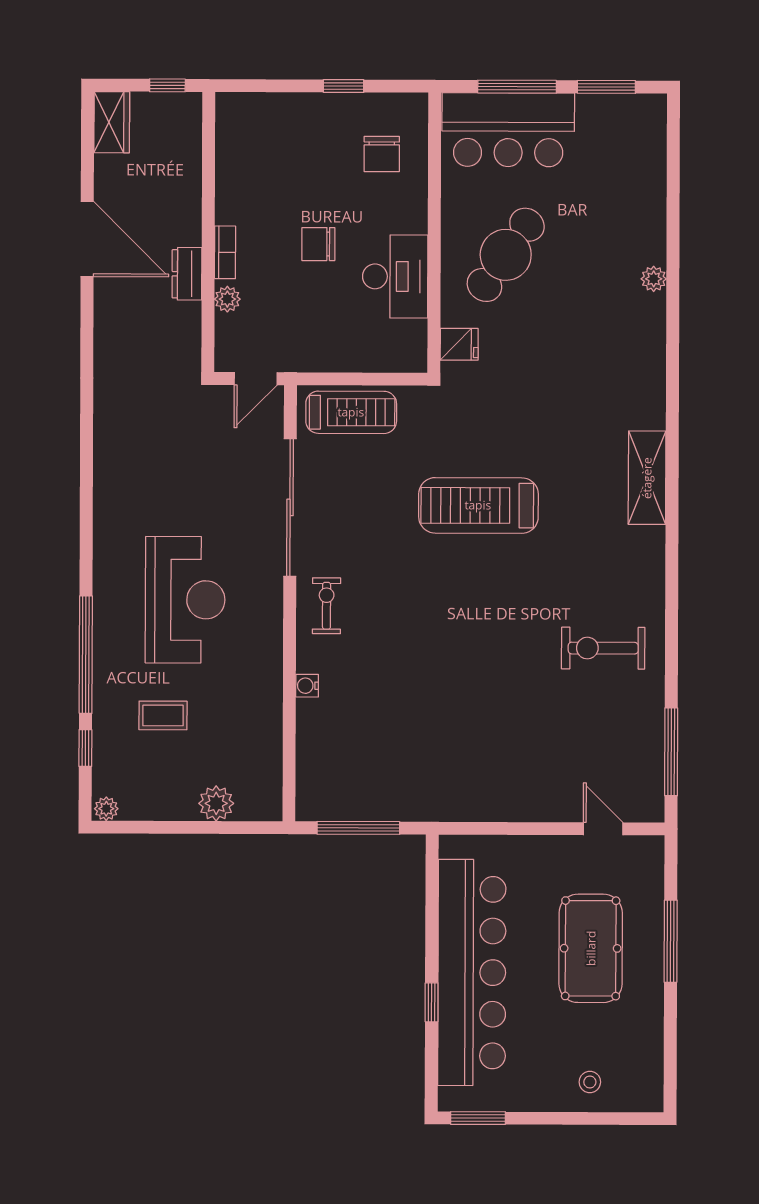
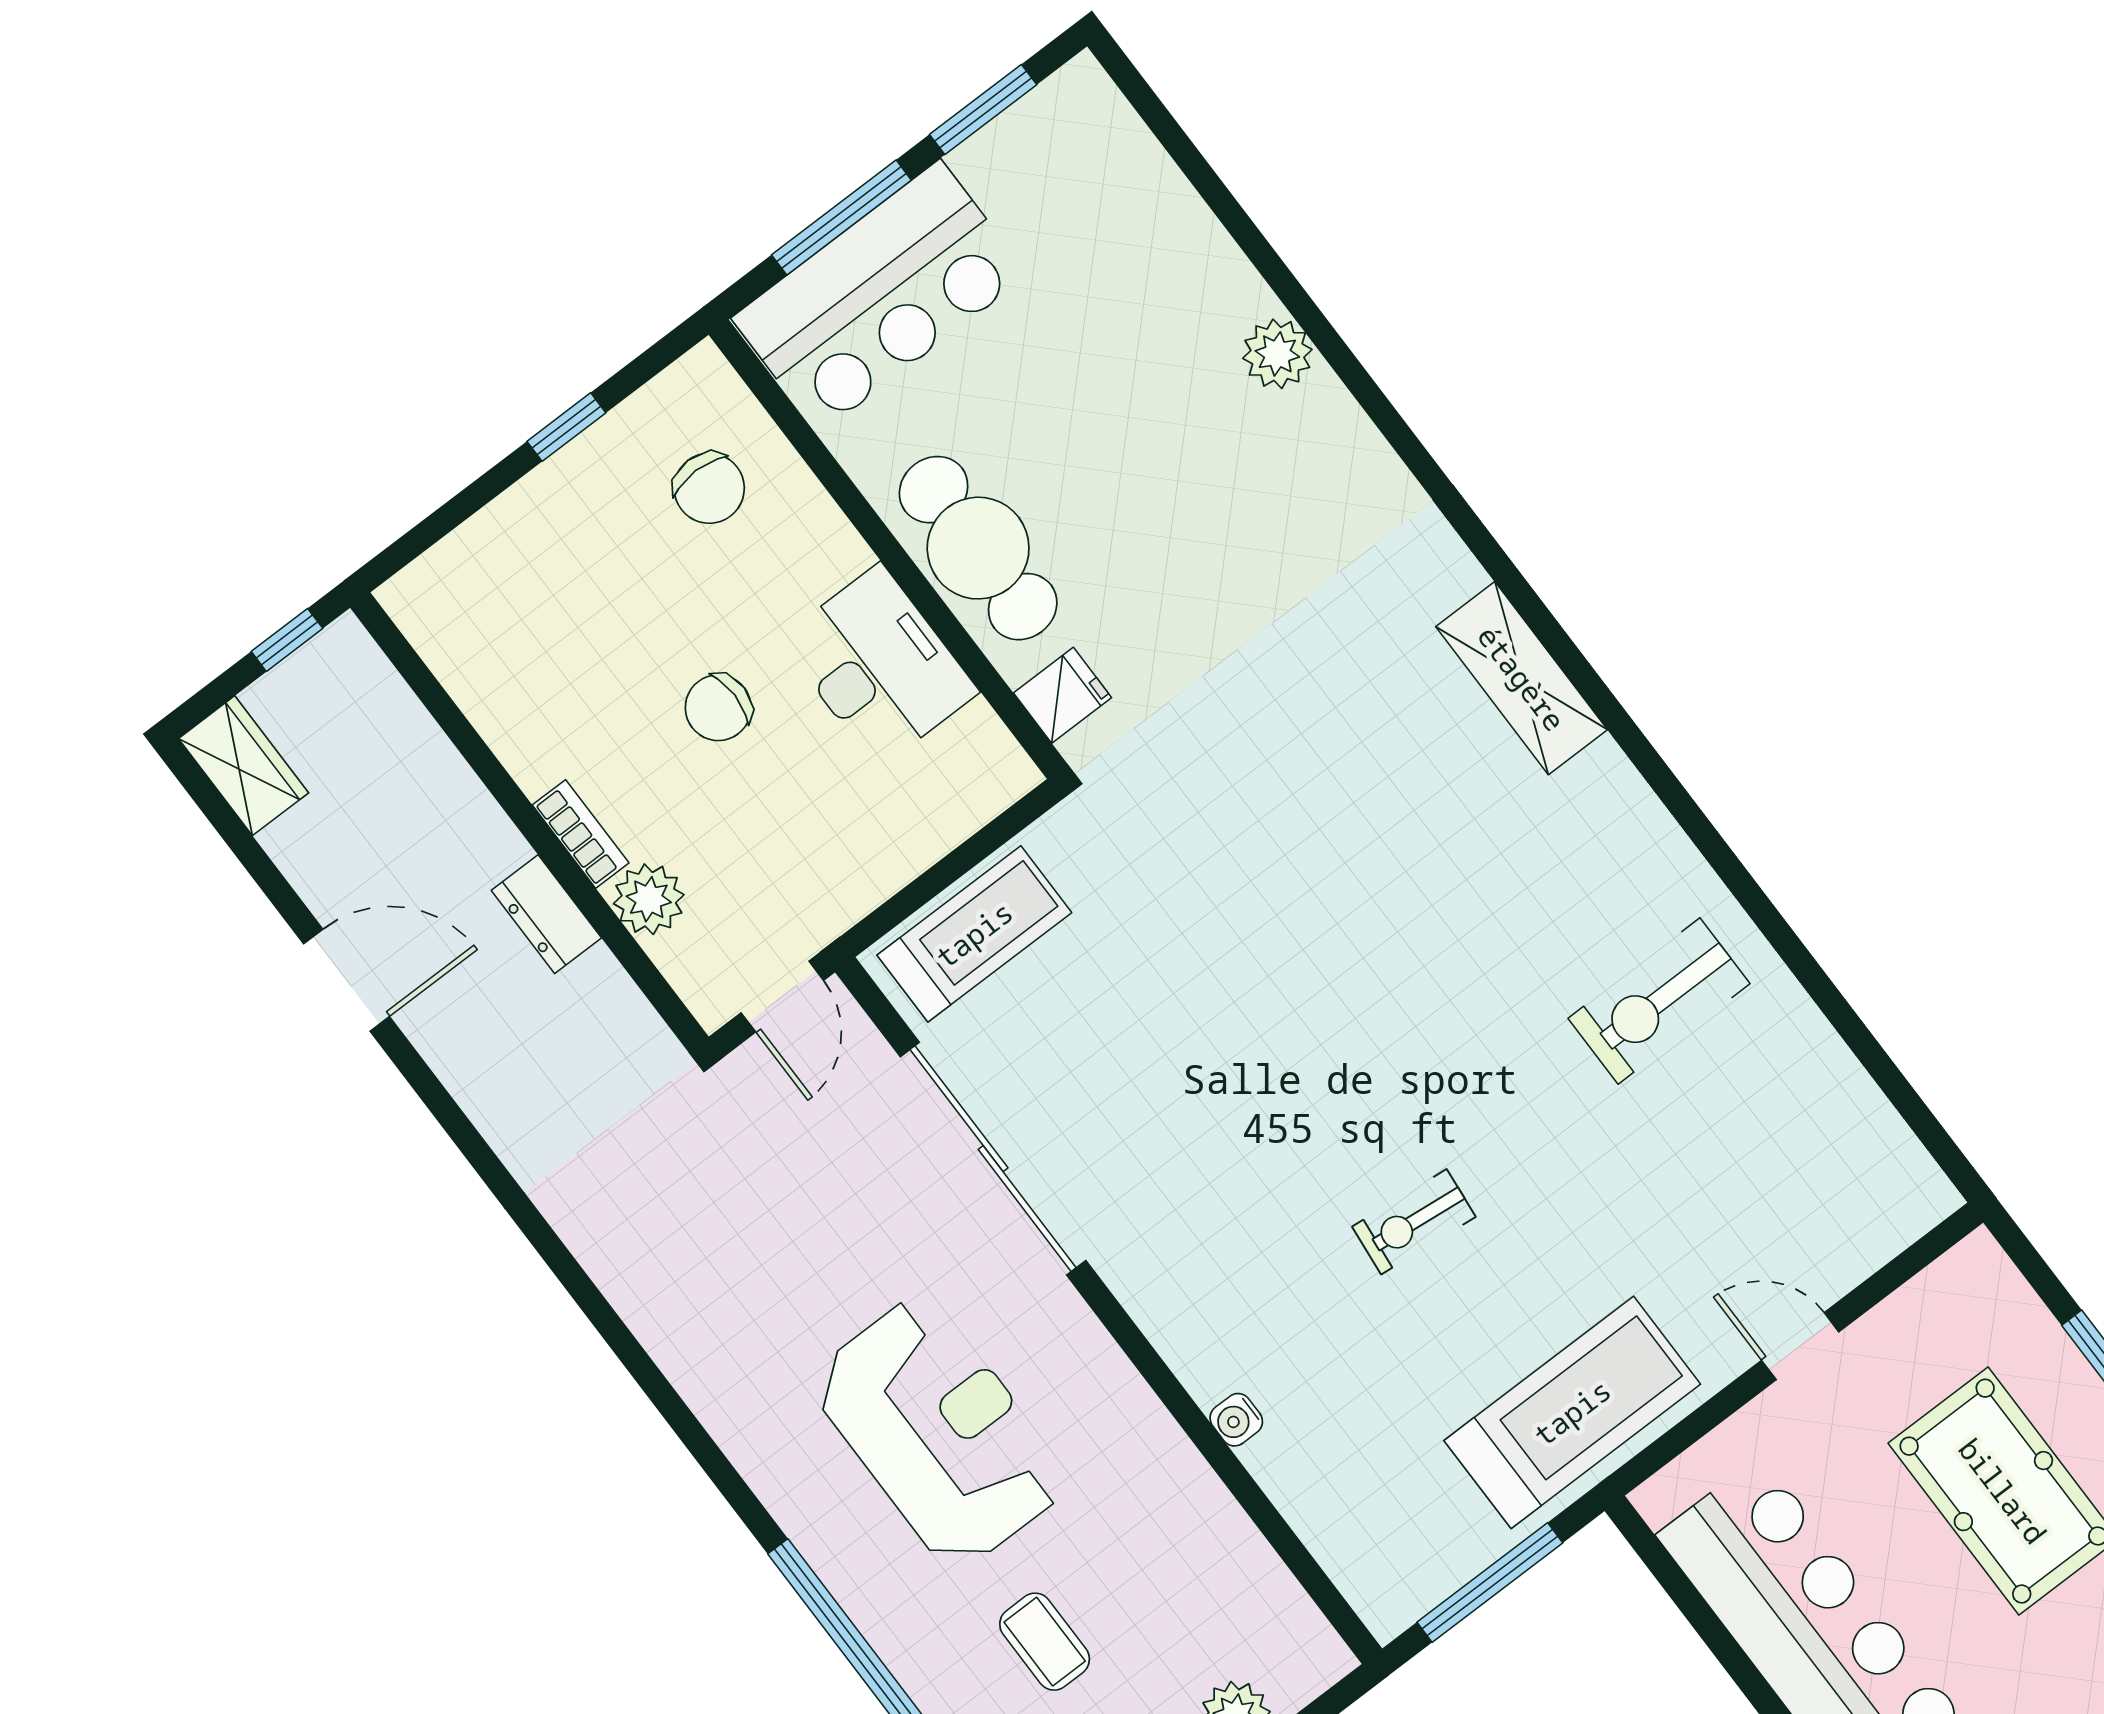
door: (87, 239) -> (346, 980), width x0.73
cafe table: (506, 255) -> (978, 548), moved, turned -35
plant: (654, 279) -> (1277, 354), width x1.38, depth x1.38
plant: (227, 299) -> (649, 899), width x1.38, depth x1.38
treadmill: (478, 505) -> (1572, 1412), moved, turned 180
exercise bike: (327, 606) -> (1414, 1222), moved, turned -84
coffee table: (163, 715) -> (1045, 1642), turned 90
window: (671, 752) -> (1892, 1083), removed
door: (603, 829) -> (1800, 1346), moved

